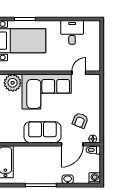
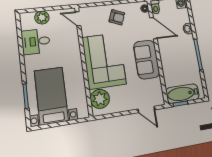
plant: (94, 40) -> (42, 17), added
door: (79, 73) -> (78, 19), moved
armchair: (80, 120) -> (117, 17), moved

